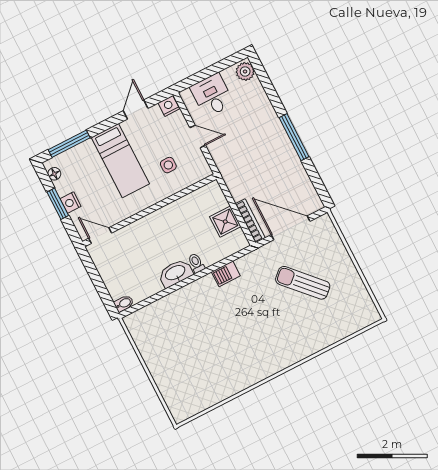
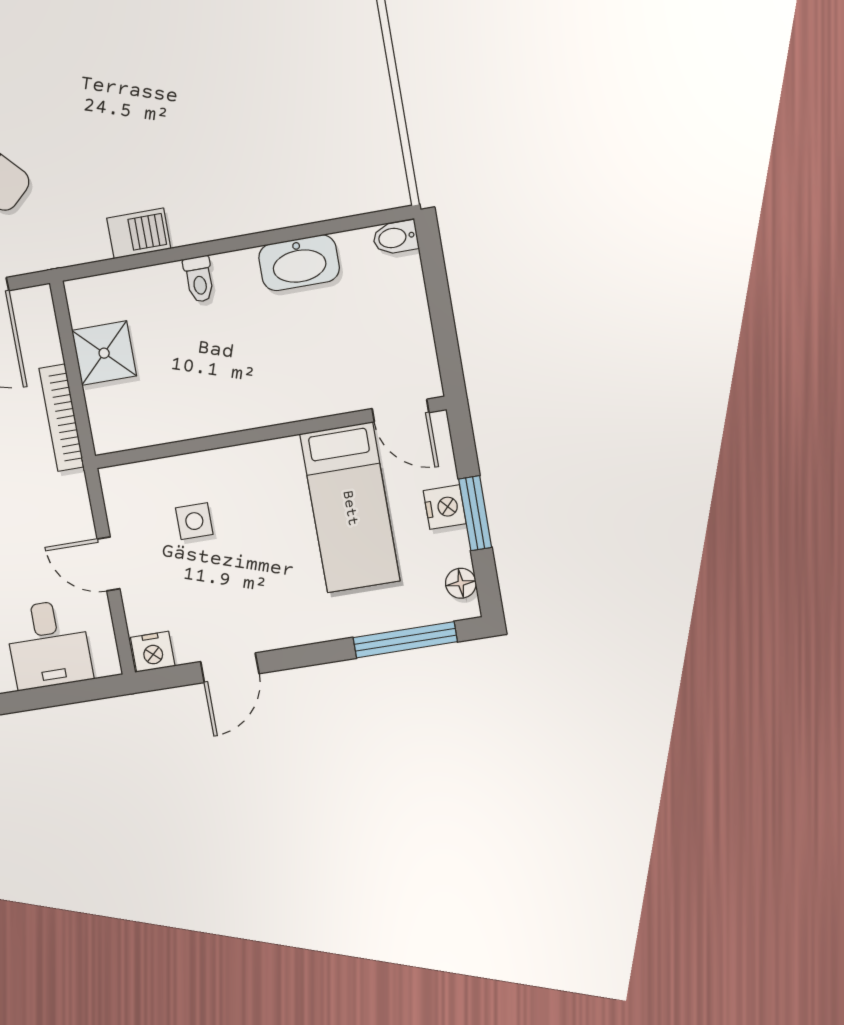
bed: (120, 161) -> (350, 508), moved, turned 180
bookcase: (250, 221) -> (62, 418), moved
washbasin: (175, 273) -> (299, 263), moved

